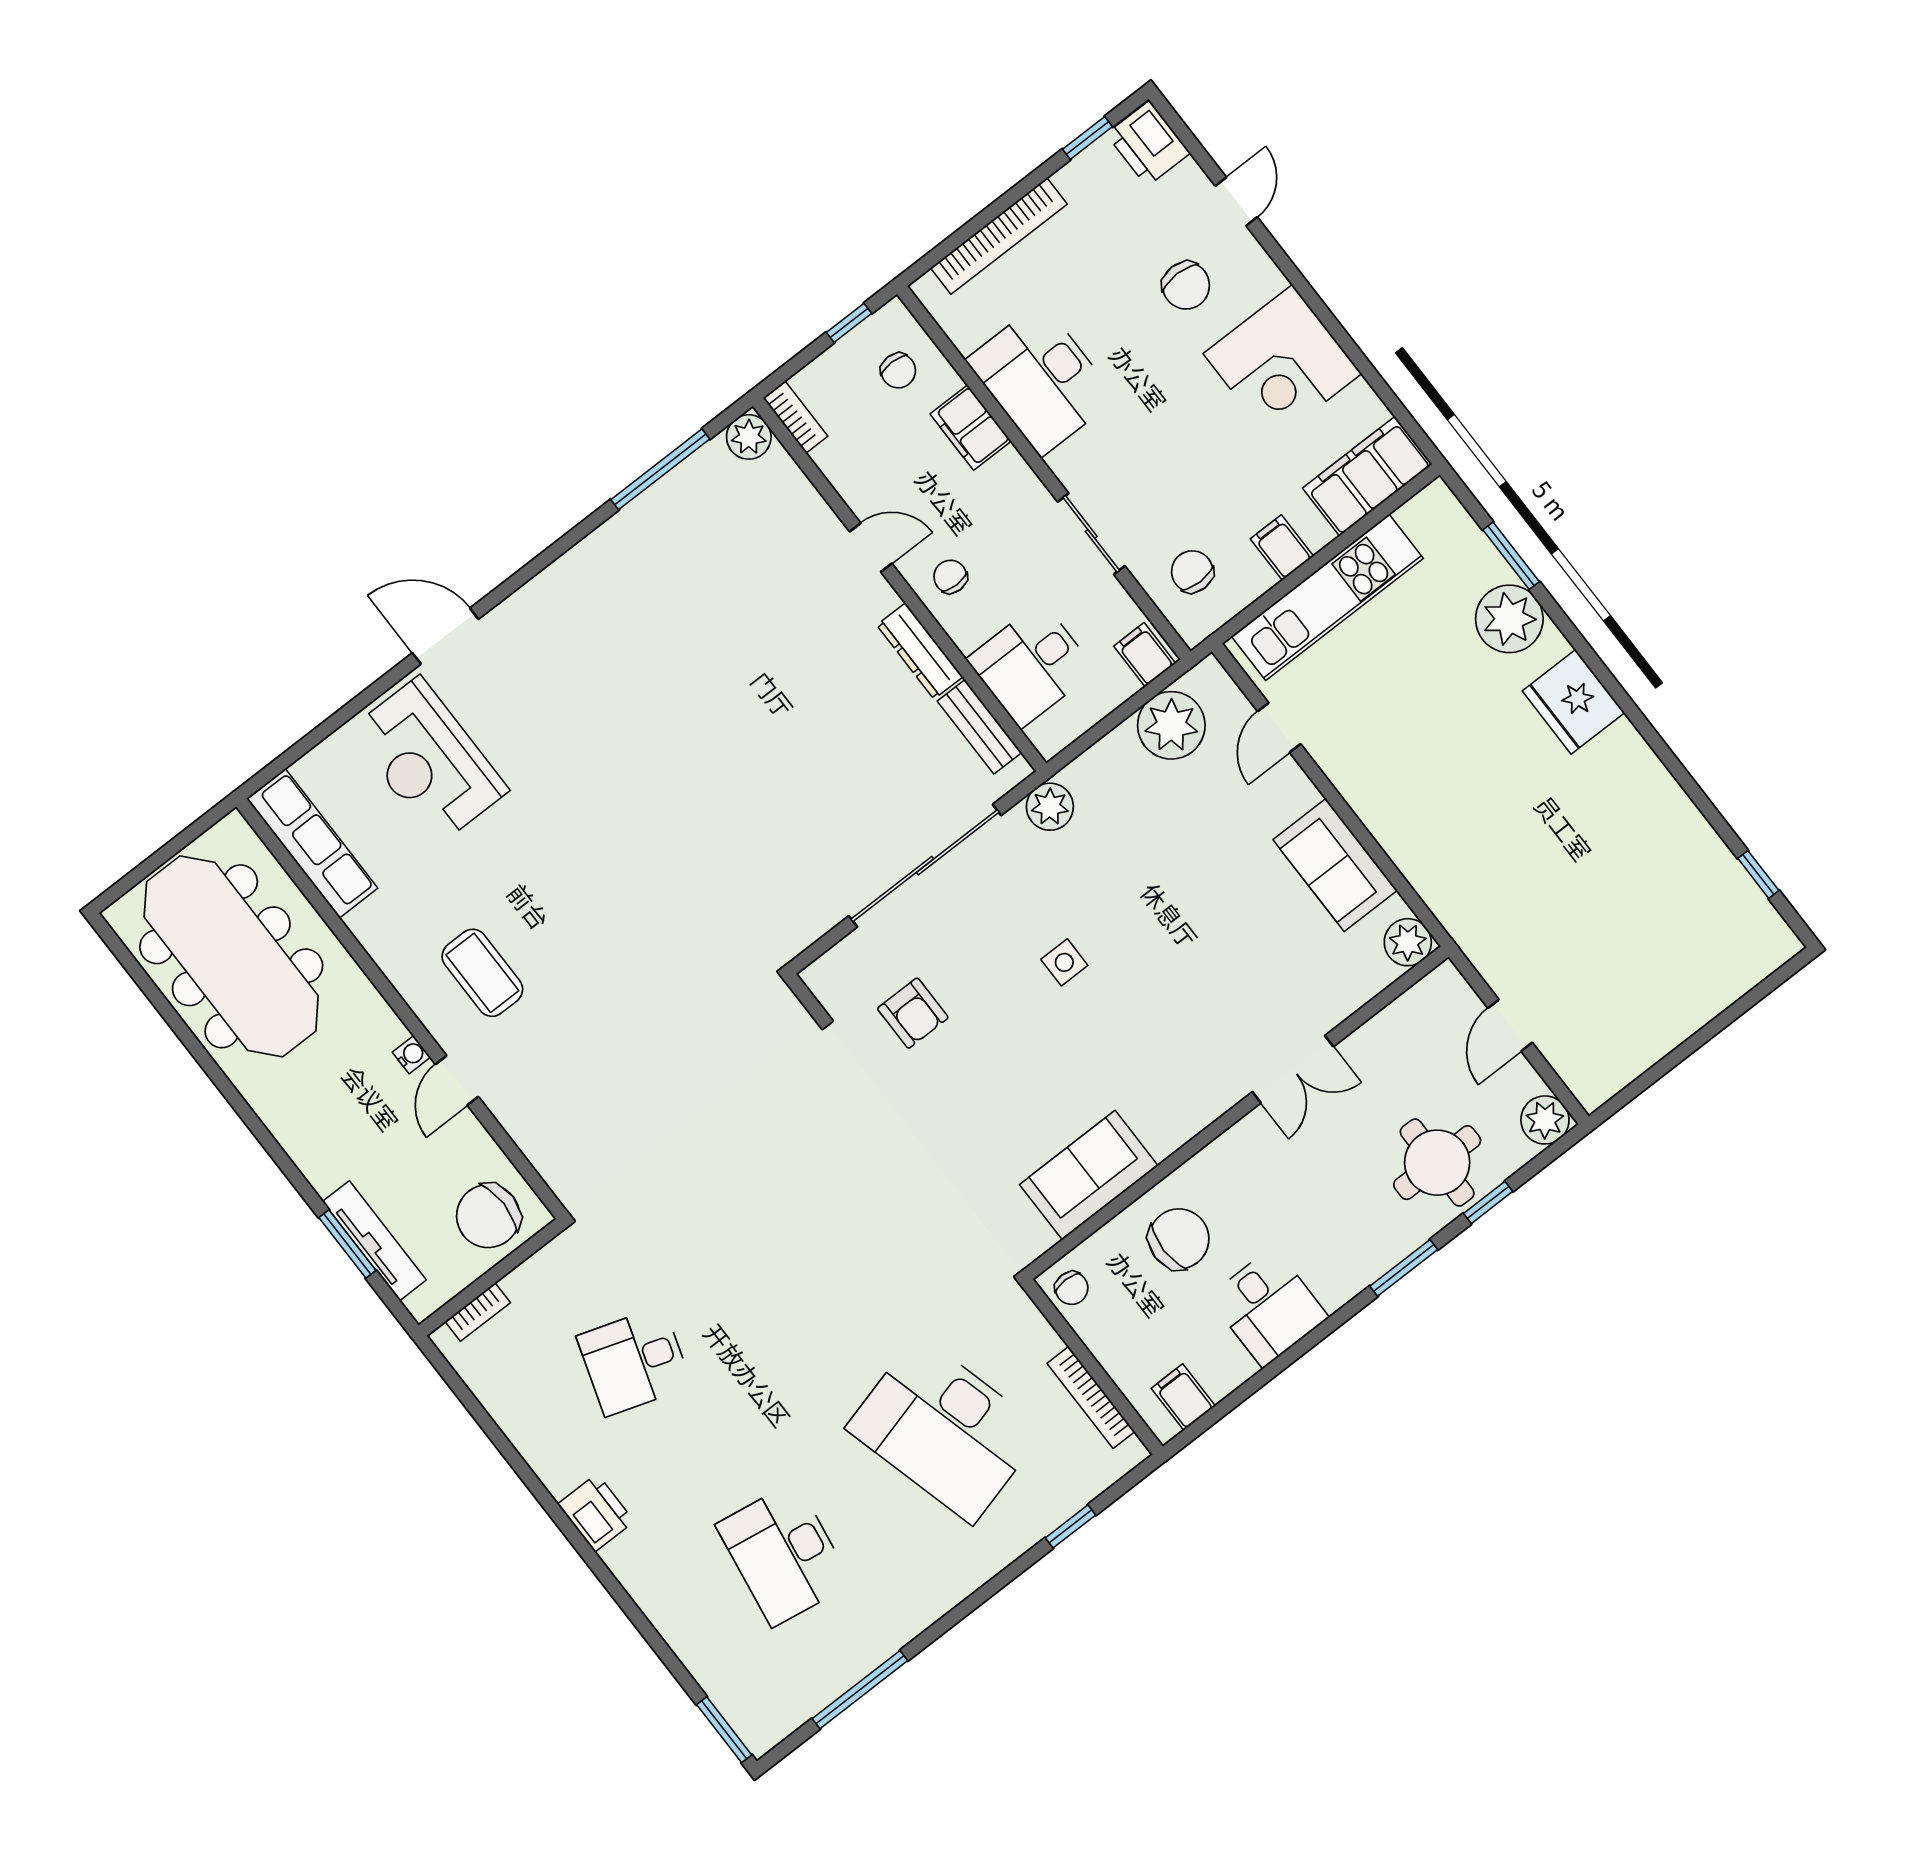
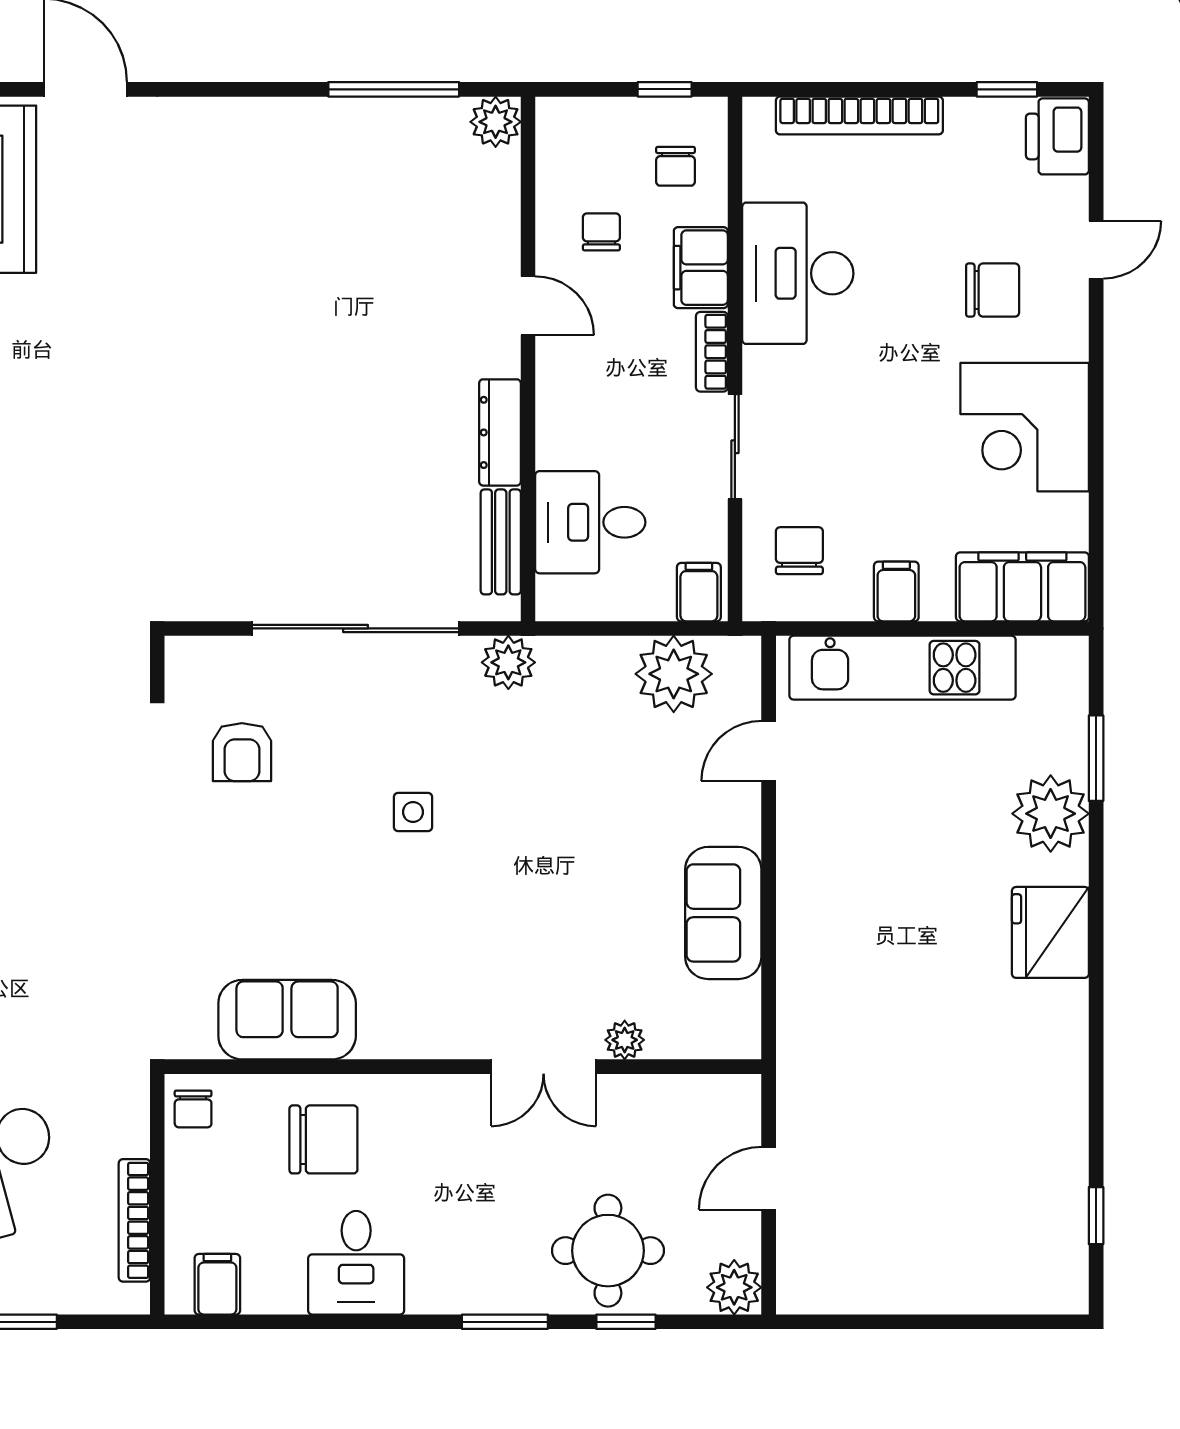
chair: (1186, 286) -> (993, 290), turned -90
bookcase: (795, 417) -> (712, 352), moved, turned 180
chair: (950, 577) -> (601, 232), moved
plant: (1408, 942) -> (625, 1040), moved, width x0.73, depth x0.73

